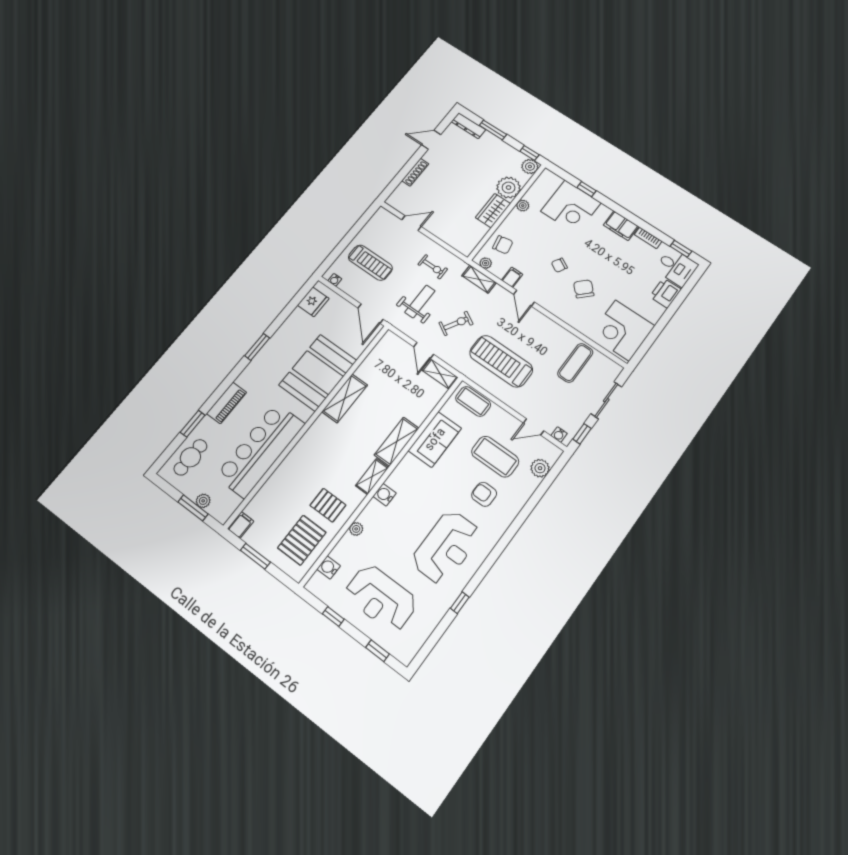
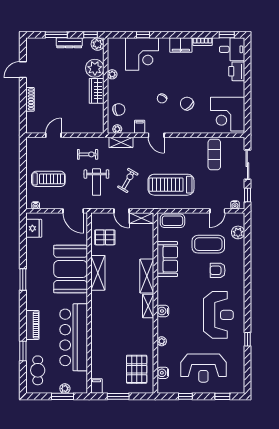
dresser: (468, 126) -> (69, 43), moved
weight bench: (420, 302) -> (96, 182), turned 180
pallet: (328, 505) -> (105, 237), moved

